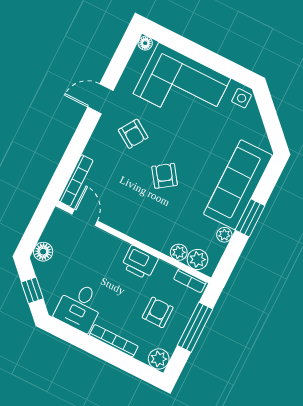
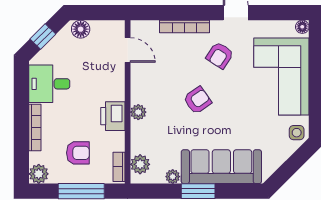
bookcase: (76, 181) -> (185, 26), moved
door: (85, 218) -> (128, 50), hinge flipped
plant: (179, 252) -> (138, 112), moved

